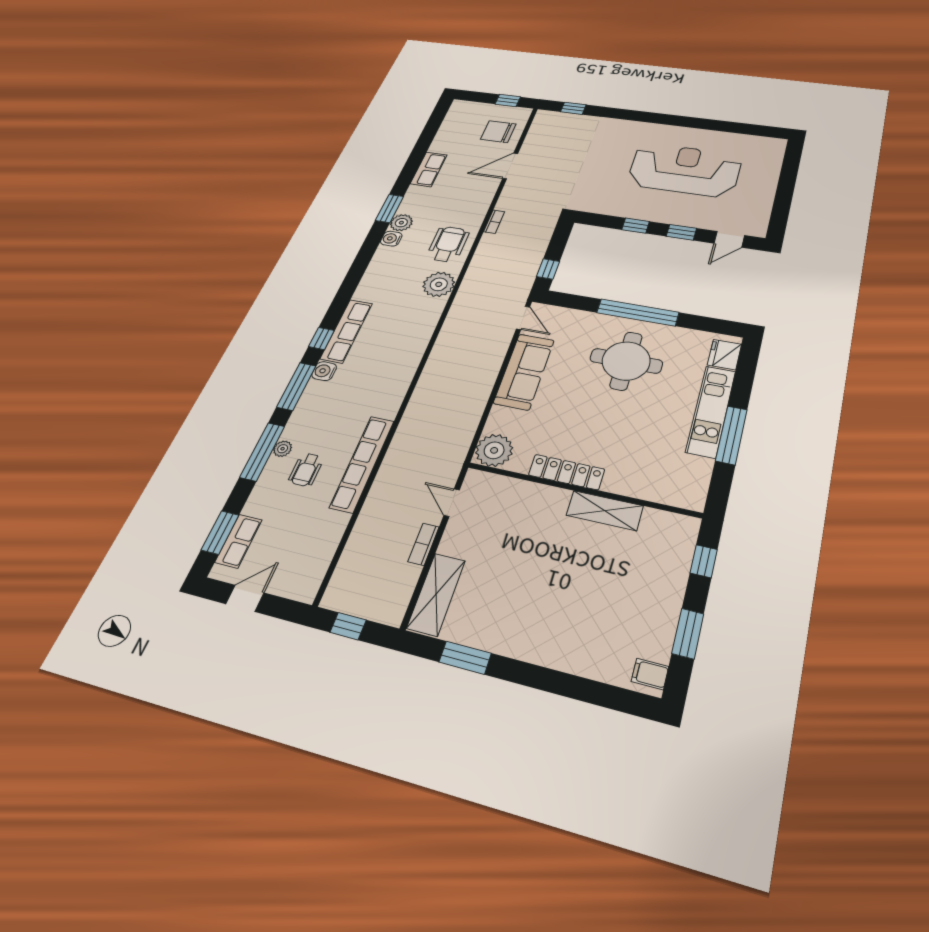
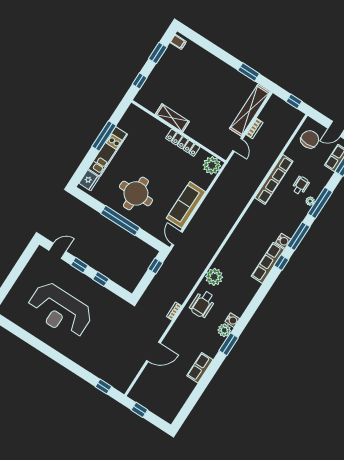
chair: (498, 132) -> (310, 139), moved, turned -90
shelving: (436, 594) -> (250, 110), width x1.47

